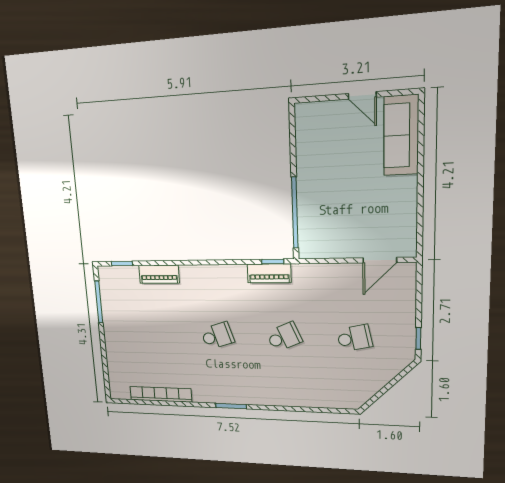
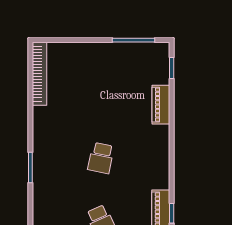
school desk: (217, 336) -> (101, 158), turned 30
bookcase: (161, 394) -> (40, 74), moved

